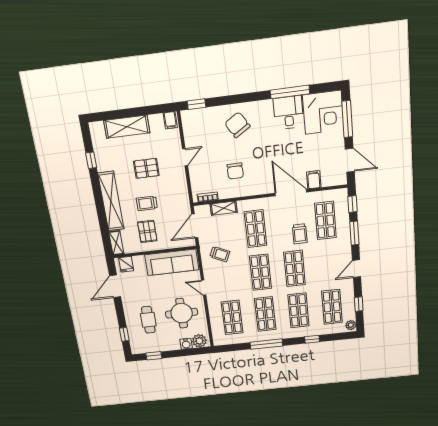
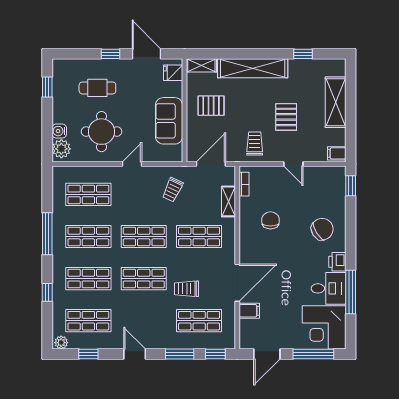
printer: (264, 108) -> (337, 262), added
chair: (235, 171) -> (270, 220), turned 90
trolley: (147, 203) -> (255, 143), moved
door: (195, 226) -> (211, 164), hinge flipped
sofa: (172, 262) -> (169, 121), width x0.73
window: (124, 334) -> (111, 54), moved

